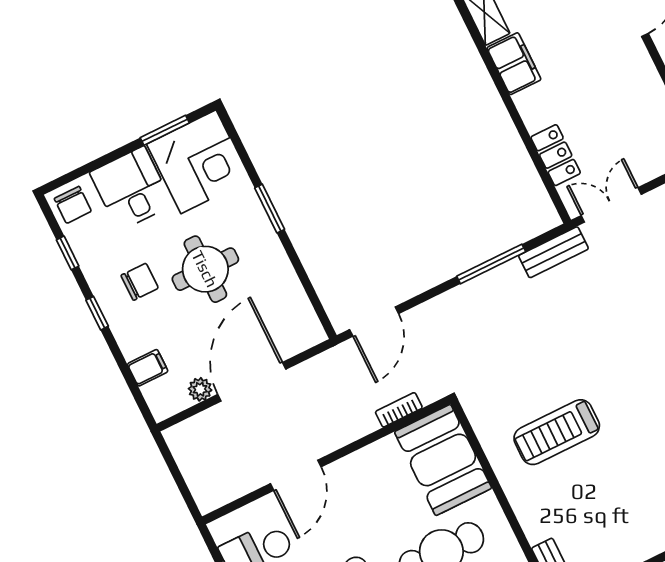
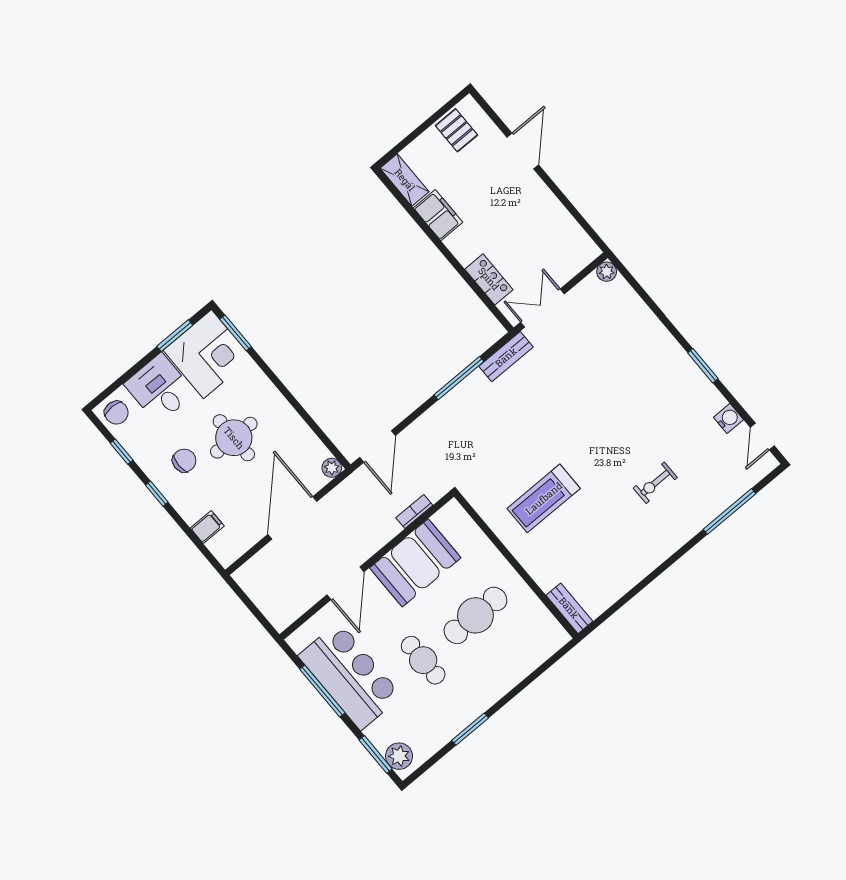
window: (270, 209) -> (236, 333), moved
plant: (200, 389) -> (332, 468), moved
booth: (443, 460) -> (415, 563), moved, turned 90

